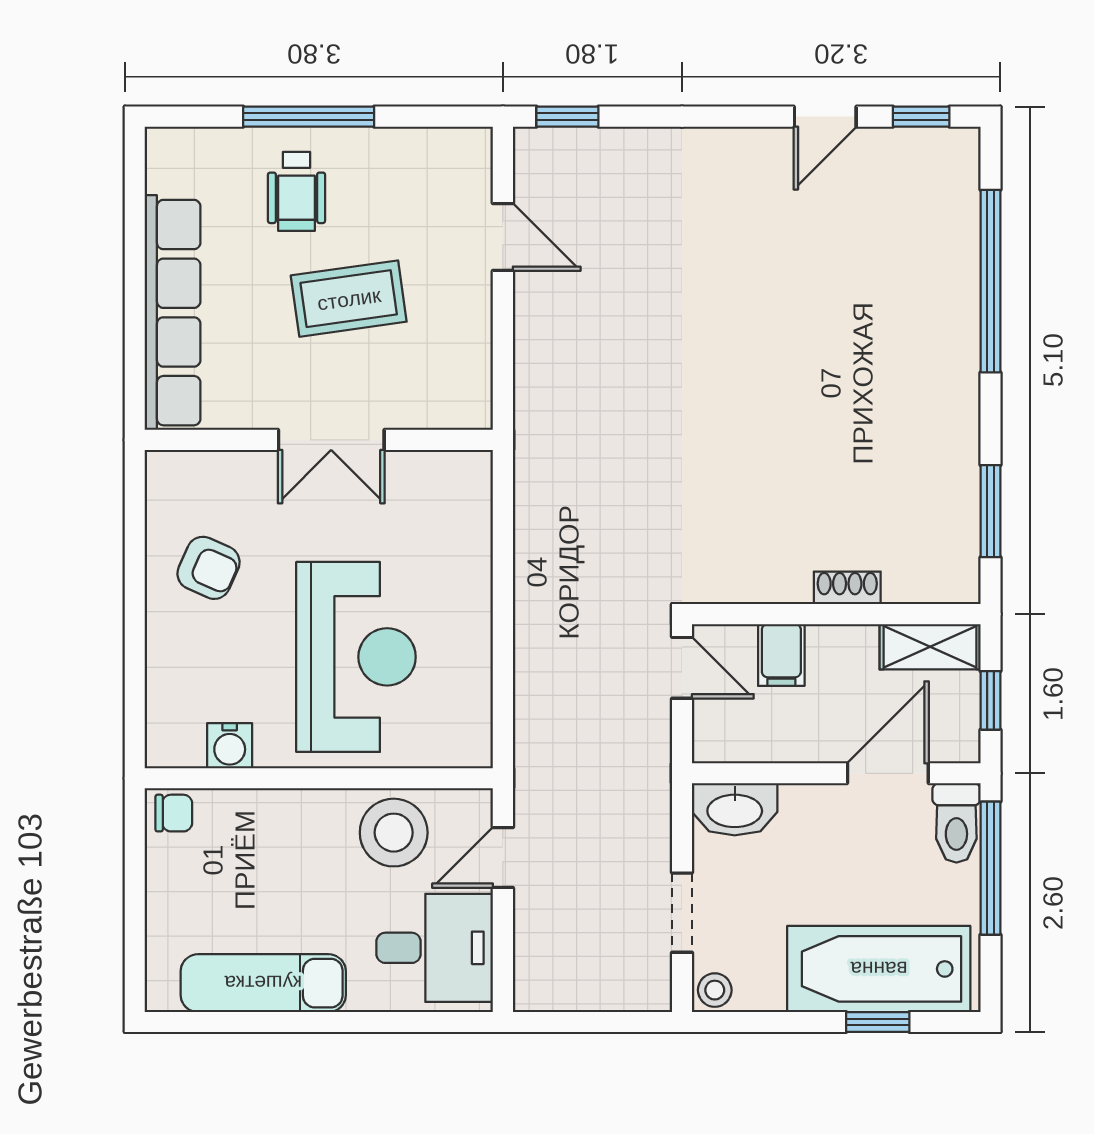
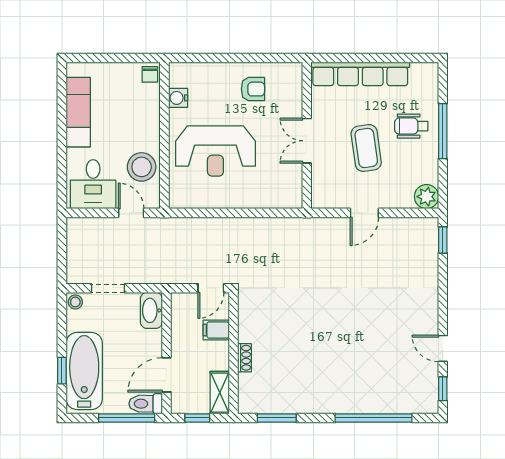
plant: (464, 155) -> (426, 197), added
door: (503, 237) -> (364, 213), moved
armchair: (209, 568) -> (253, 89), turned -114
door: (888, 773) -> (167, 375), swing flipped

